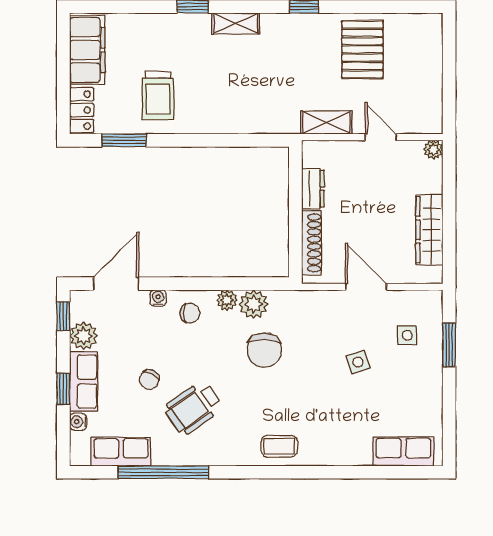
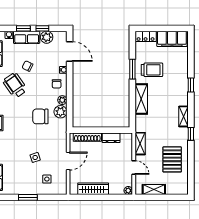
shelving: (236, 23) -> (184, 116), moved
pallet: (362, 49) -> (172, 159), turned 90
shelving: (431, 91) -> (154, 189), added
trolley: (158, 96) -> (152, 70), turned 180
shelving: (224, 120) -> (141, 99), added
door: (381, 137) -> (134, 168), hinge flipped
window: (124, 140) -> (132, 69), moved
window: (63, 316) -> (42, 28), moved
window: (449, 345) -> (28, 197), moved

